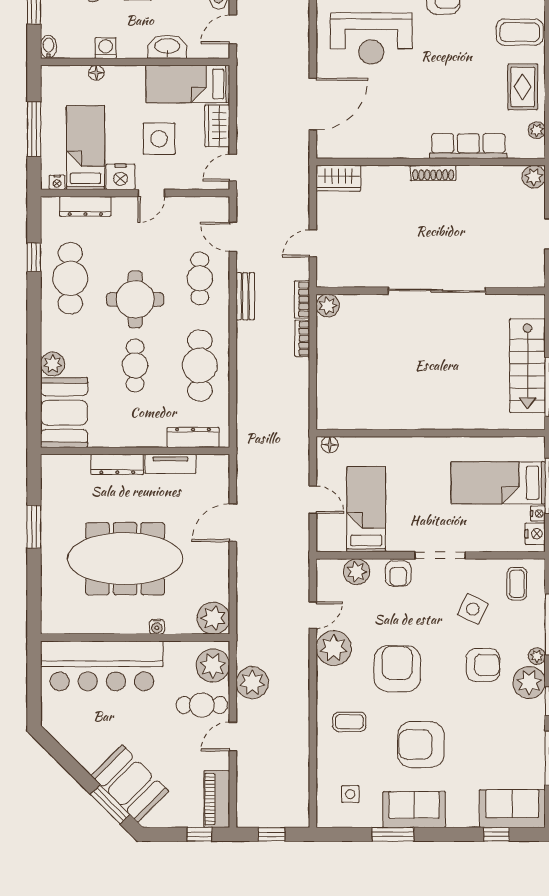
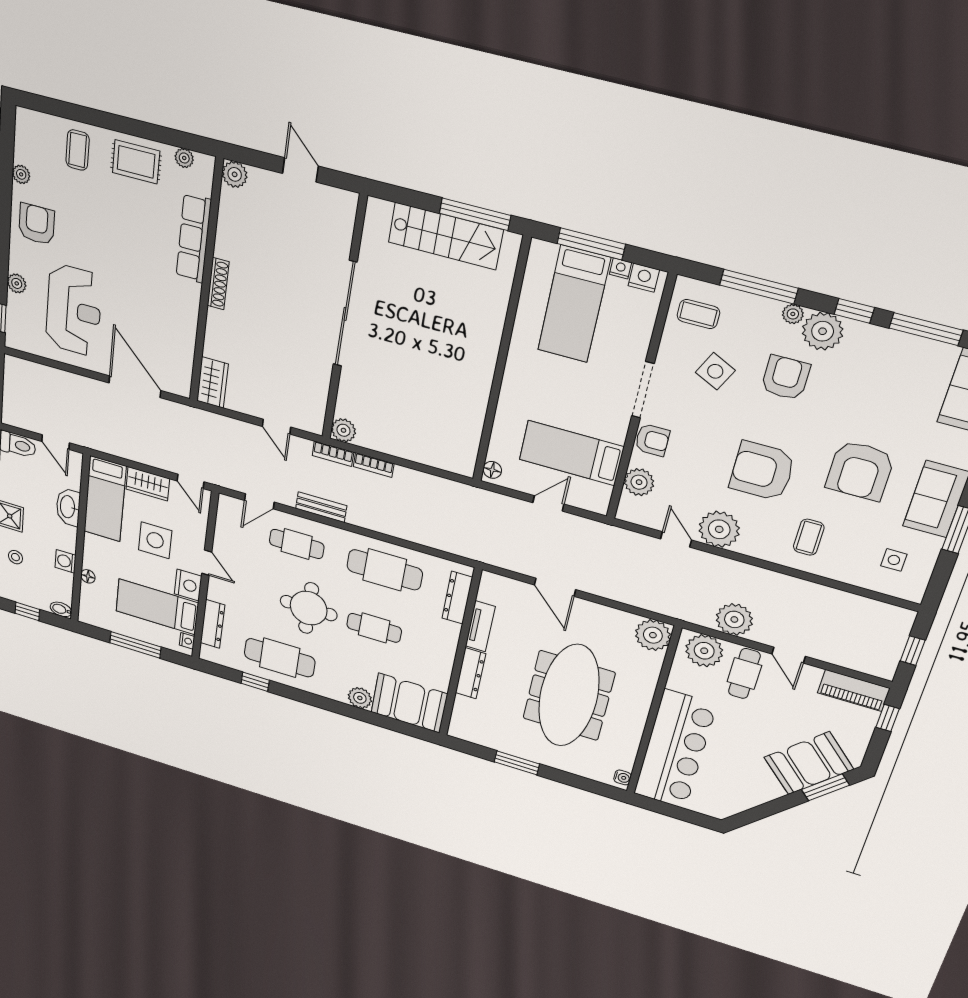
coffee table: (520, 32) -> (78, 150), width x0.73, depth x0.77
water cooler: (157, 627) -> (622, 777), moved

